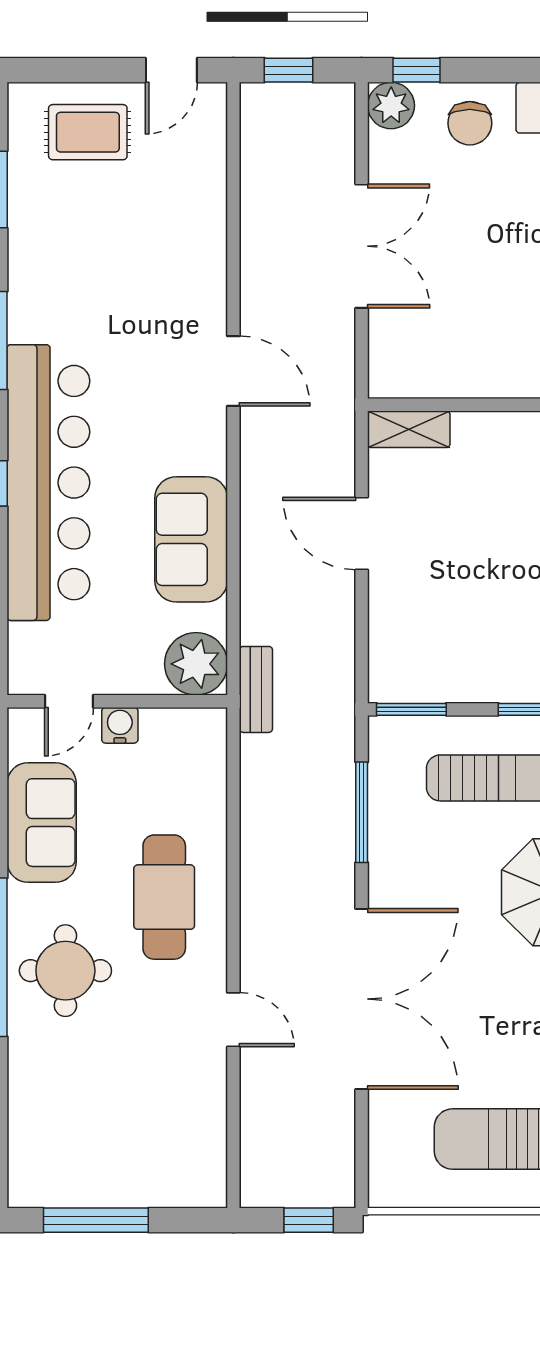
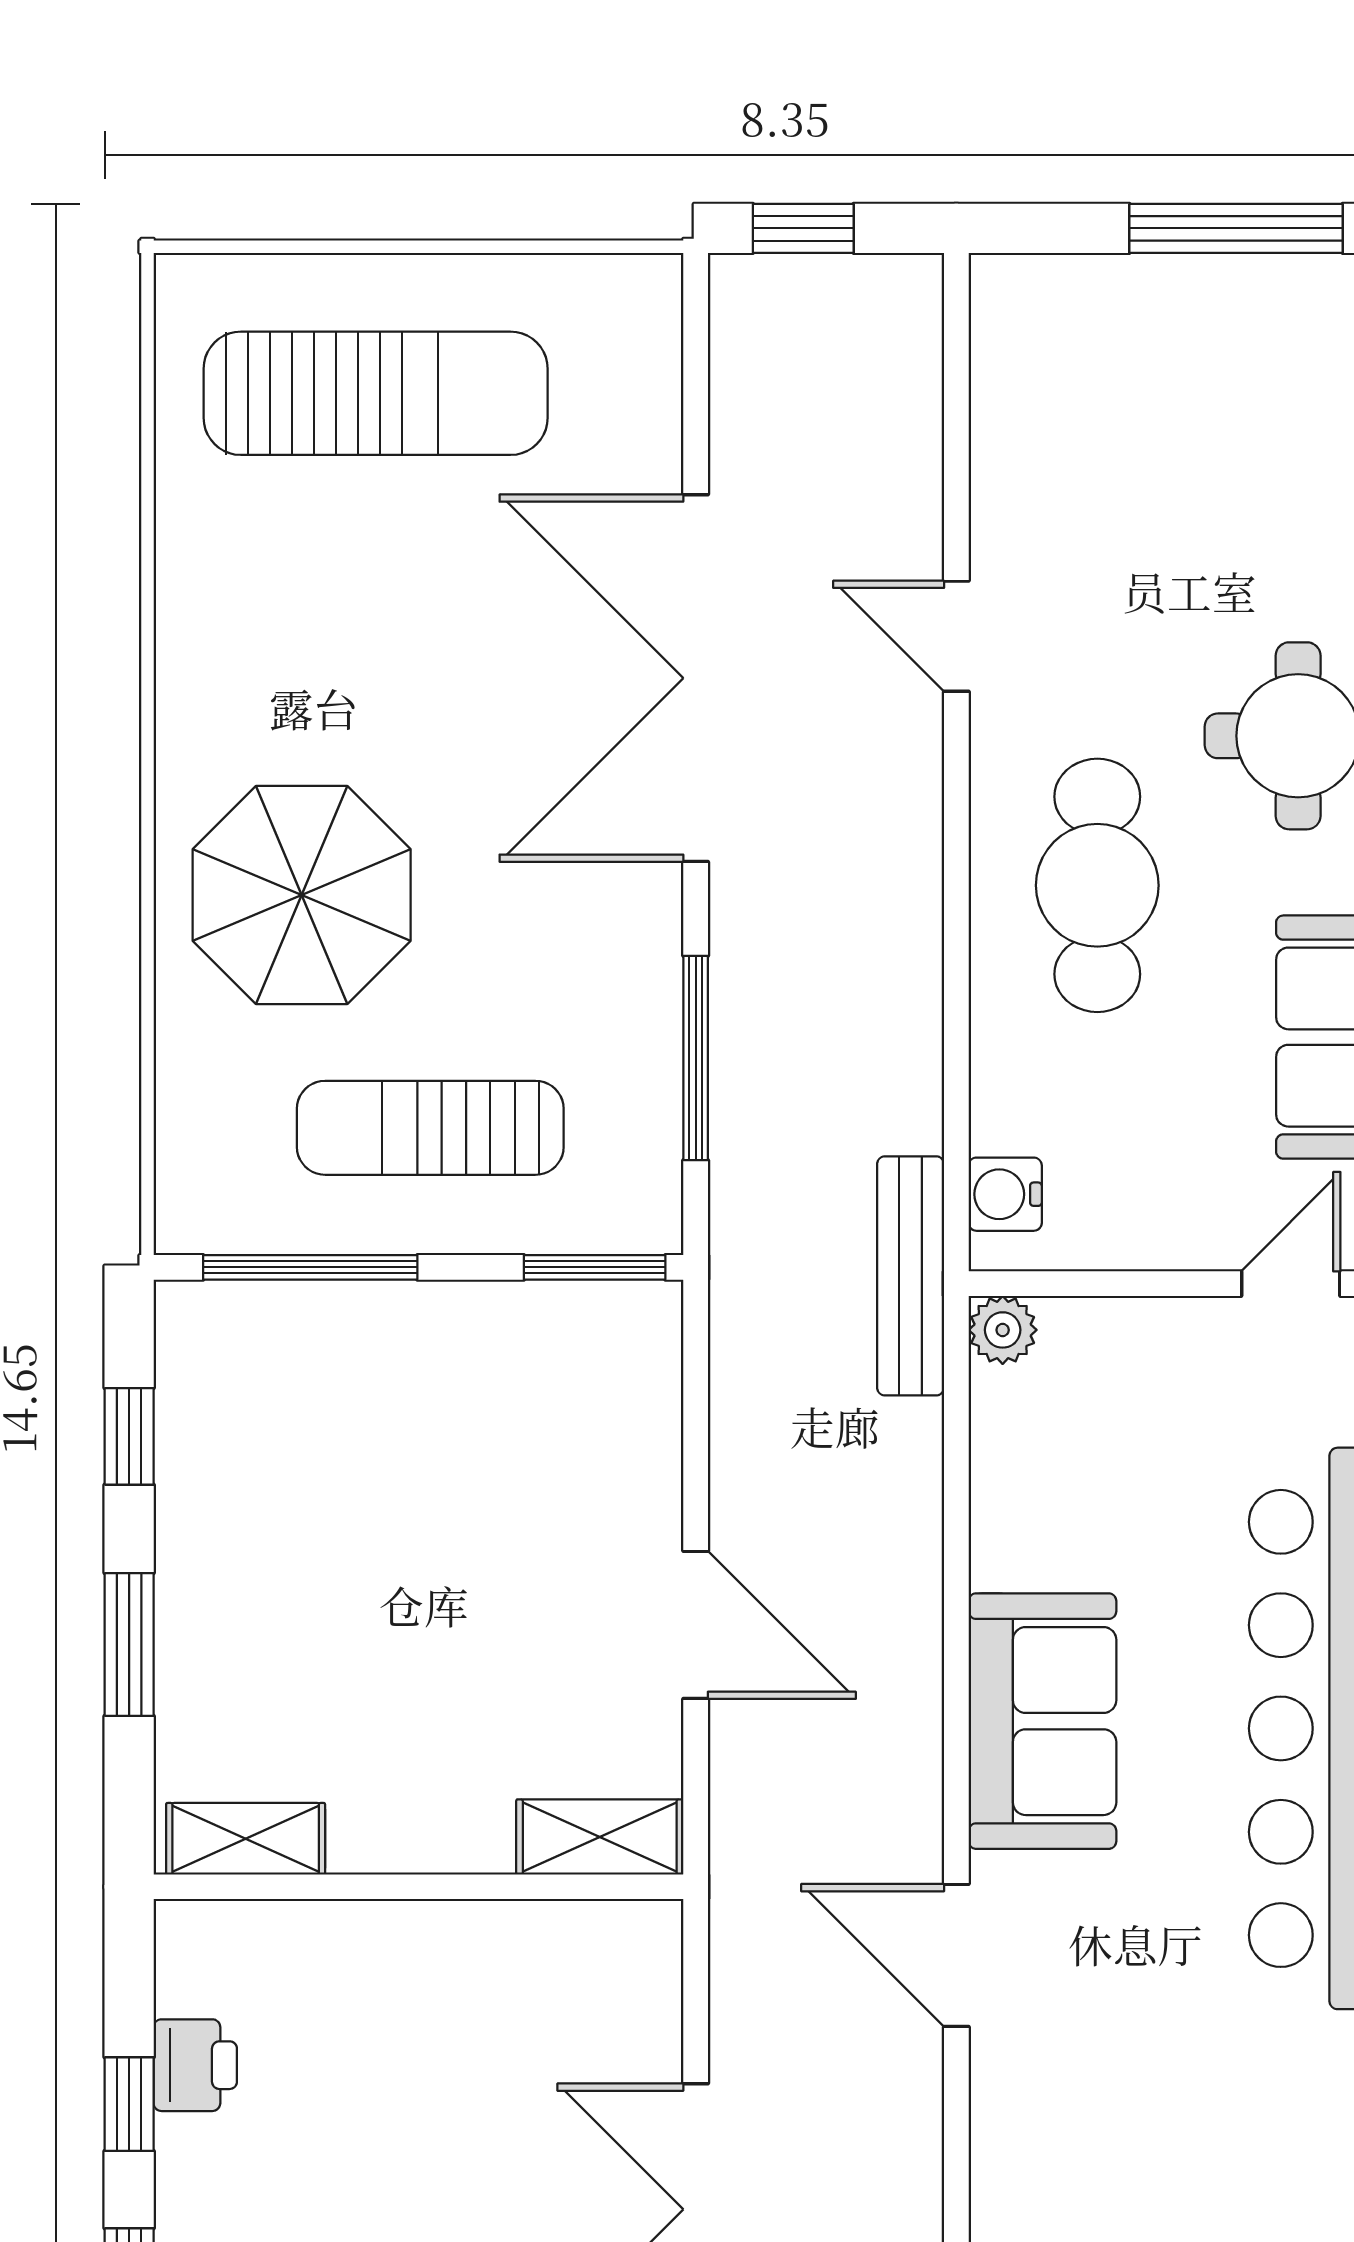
sofa: (191, 539) -> (1042, 1721), moved
plant: (196, 664) -> (1003, 1330), width x0.53, depth x0.53
bench: (256, 689) -> (911, 1276), width x1.36
water cooler: (120, 725) -> (1005, 1194), moved, turned 90

